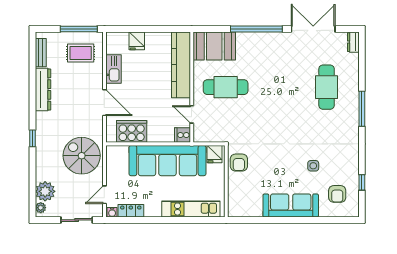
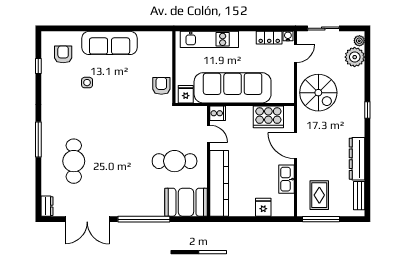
rug: (81, 53) -> (319, 195), turned 90

